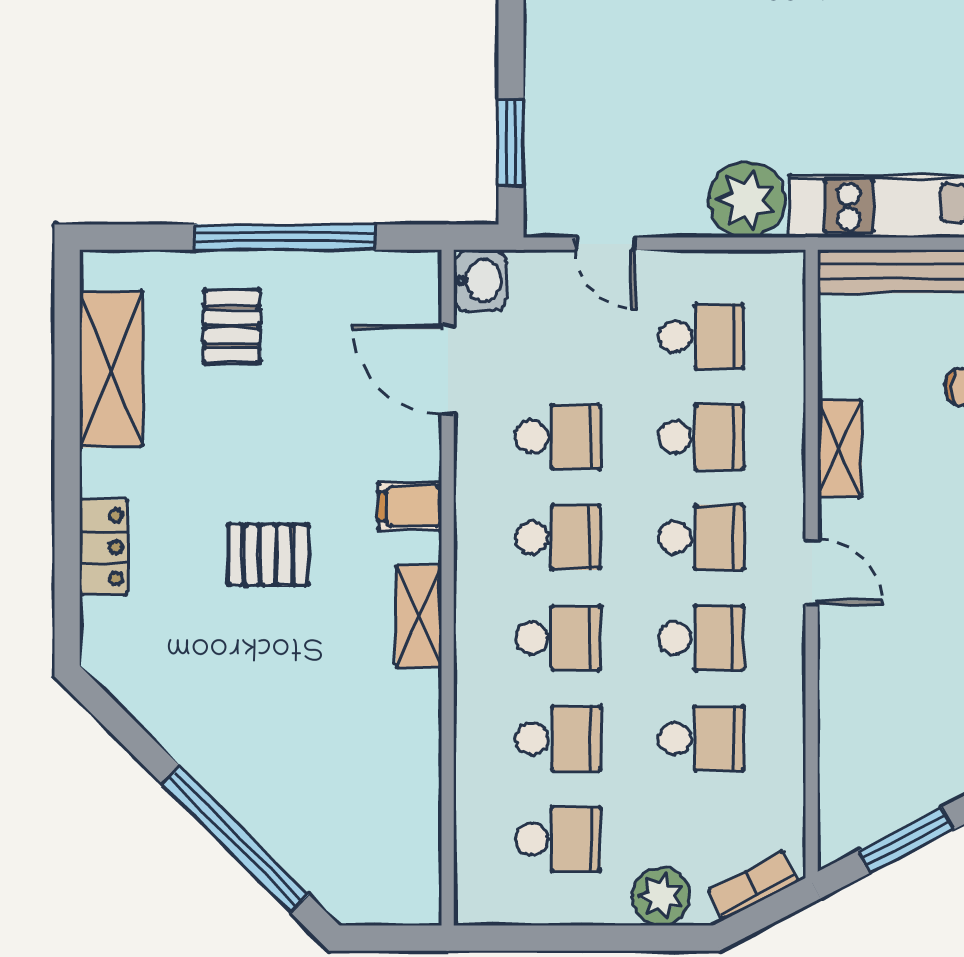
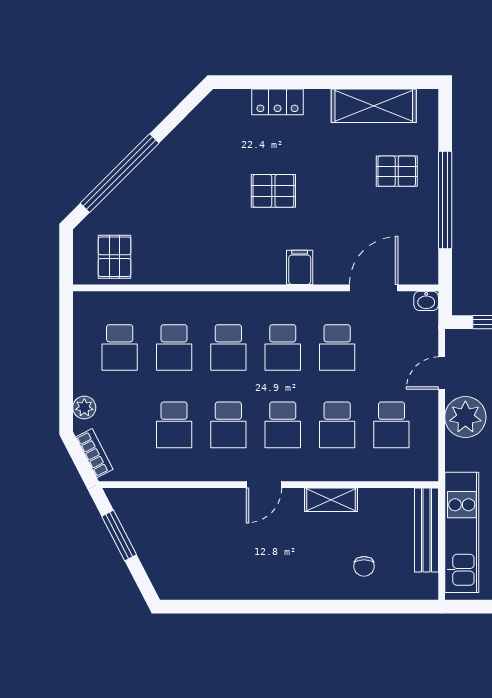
plant: (747, 200) -> (465, 417), moved
washbasin: (480, 281) -> (426, 301), width x0.72, depth x0.69
pallet: (268, 555) -> (273, 191), turned 90
shelving: (419, 616) -> (240, 272), removed
pallet: (390, 849) -> (115, 257), added
plant: (661, 897) -> (84, 408), width x0.73, depth x0.73

